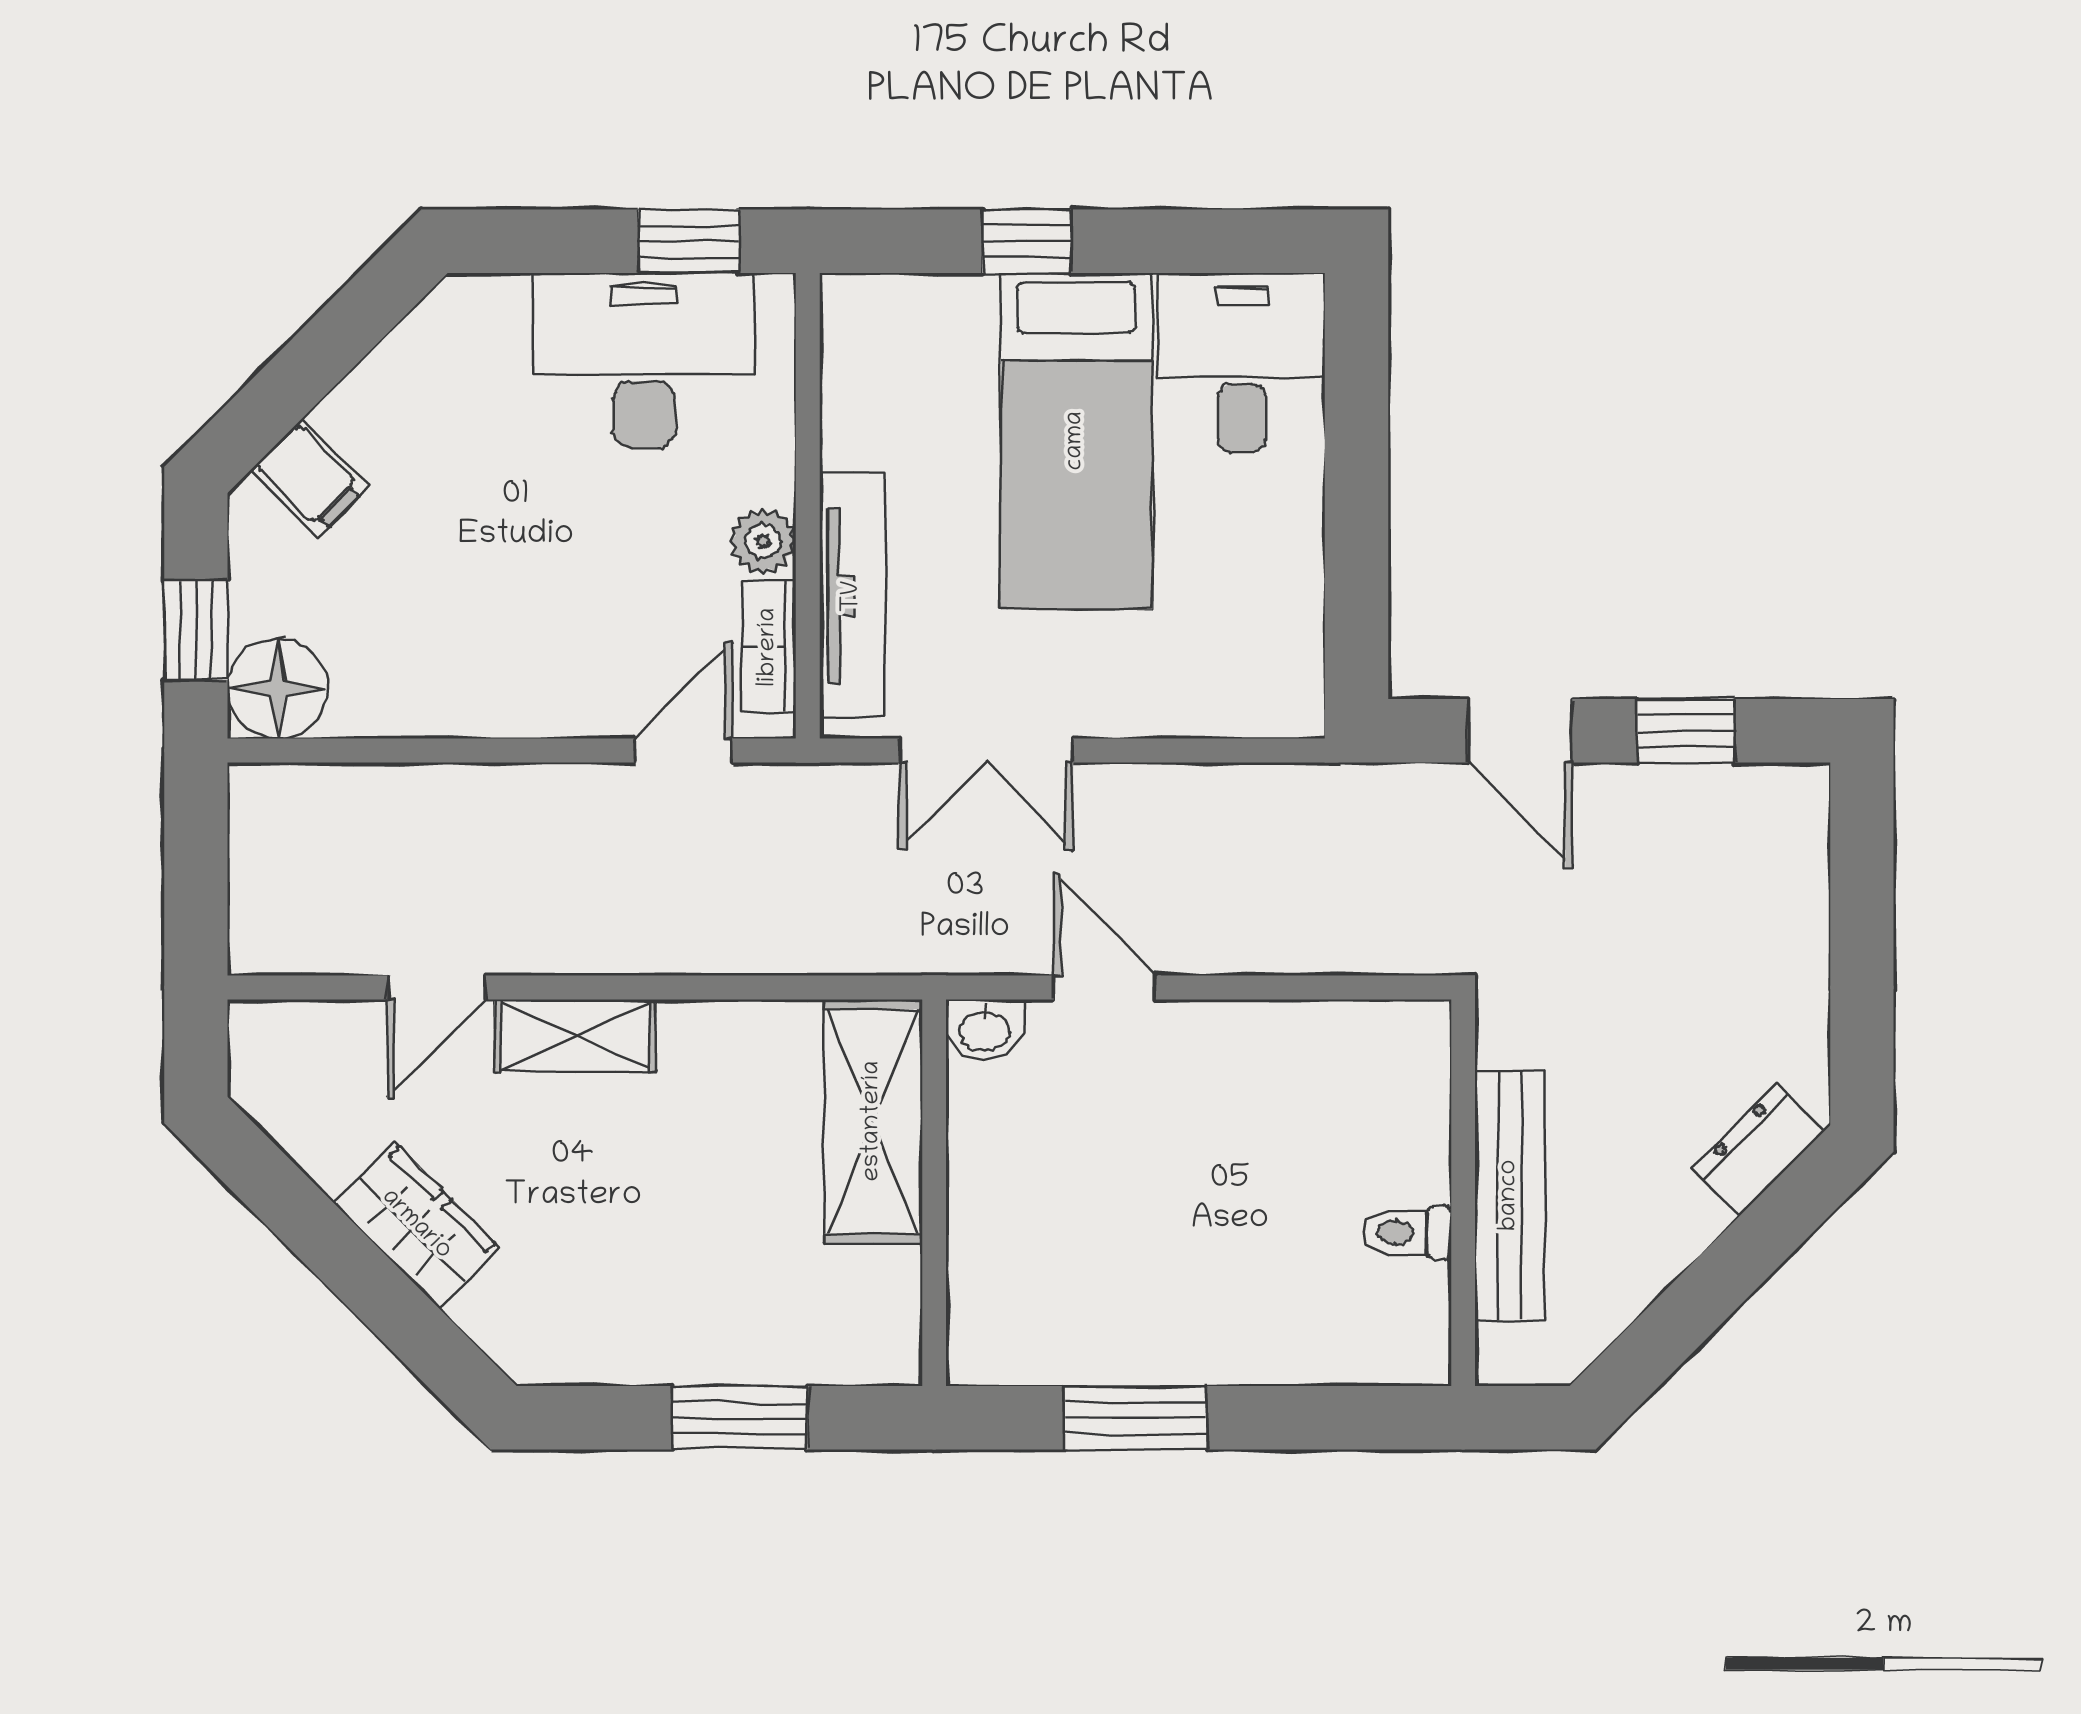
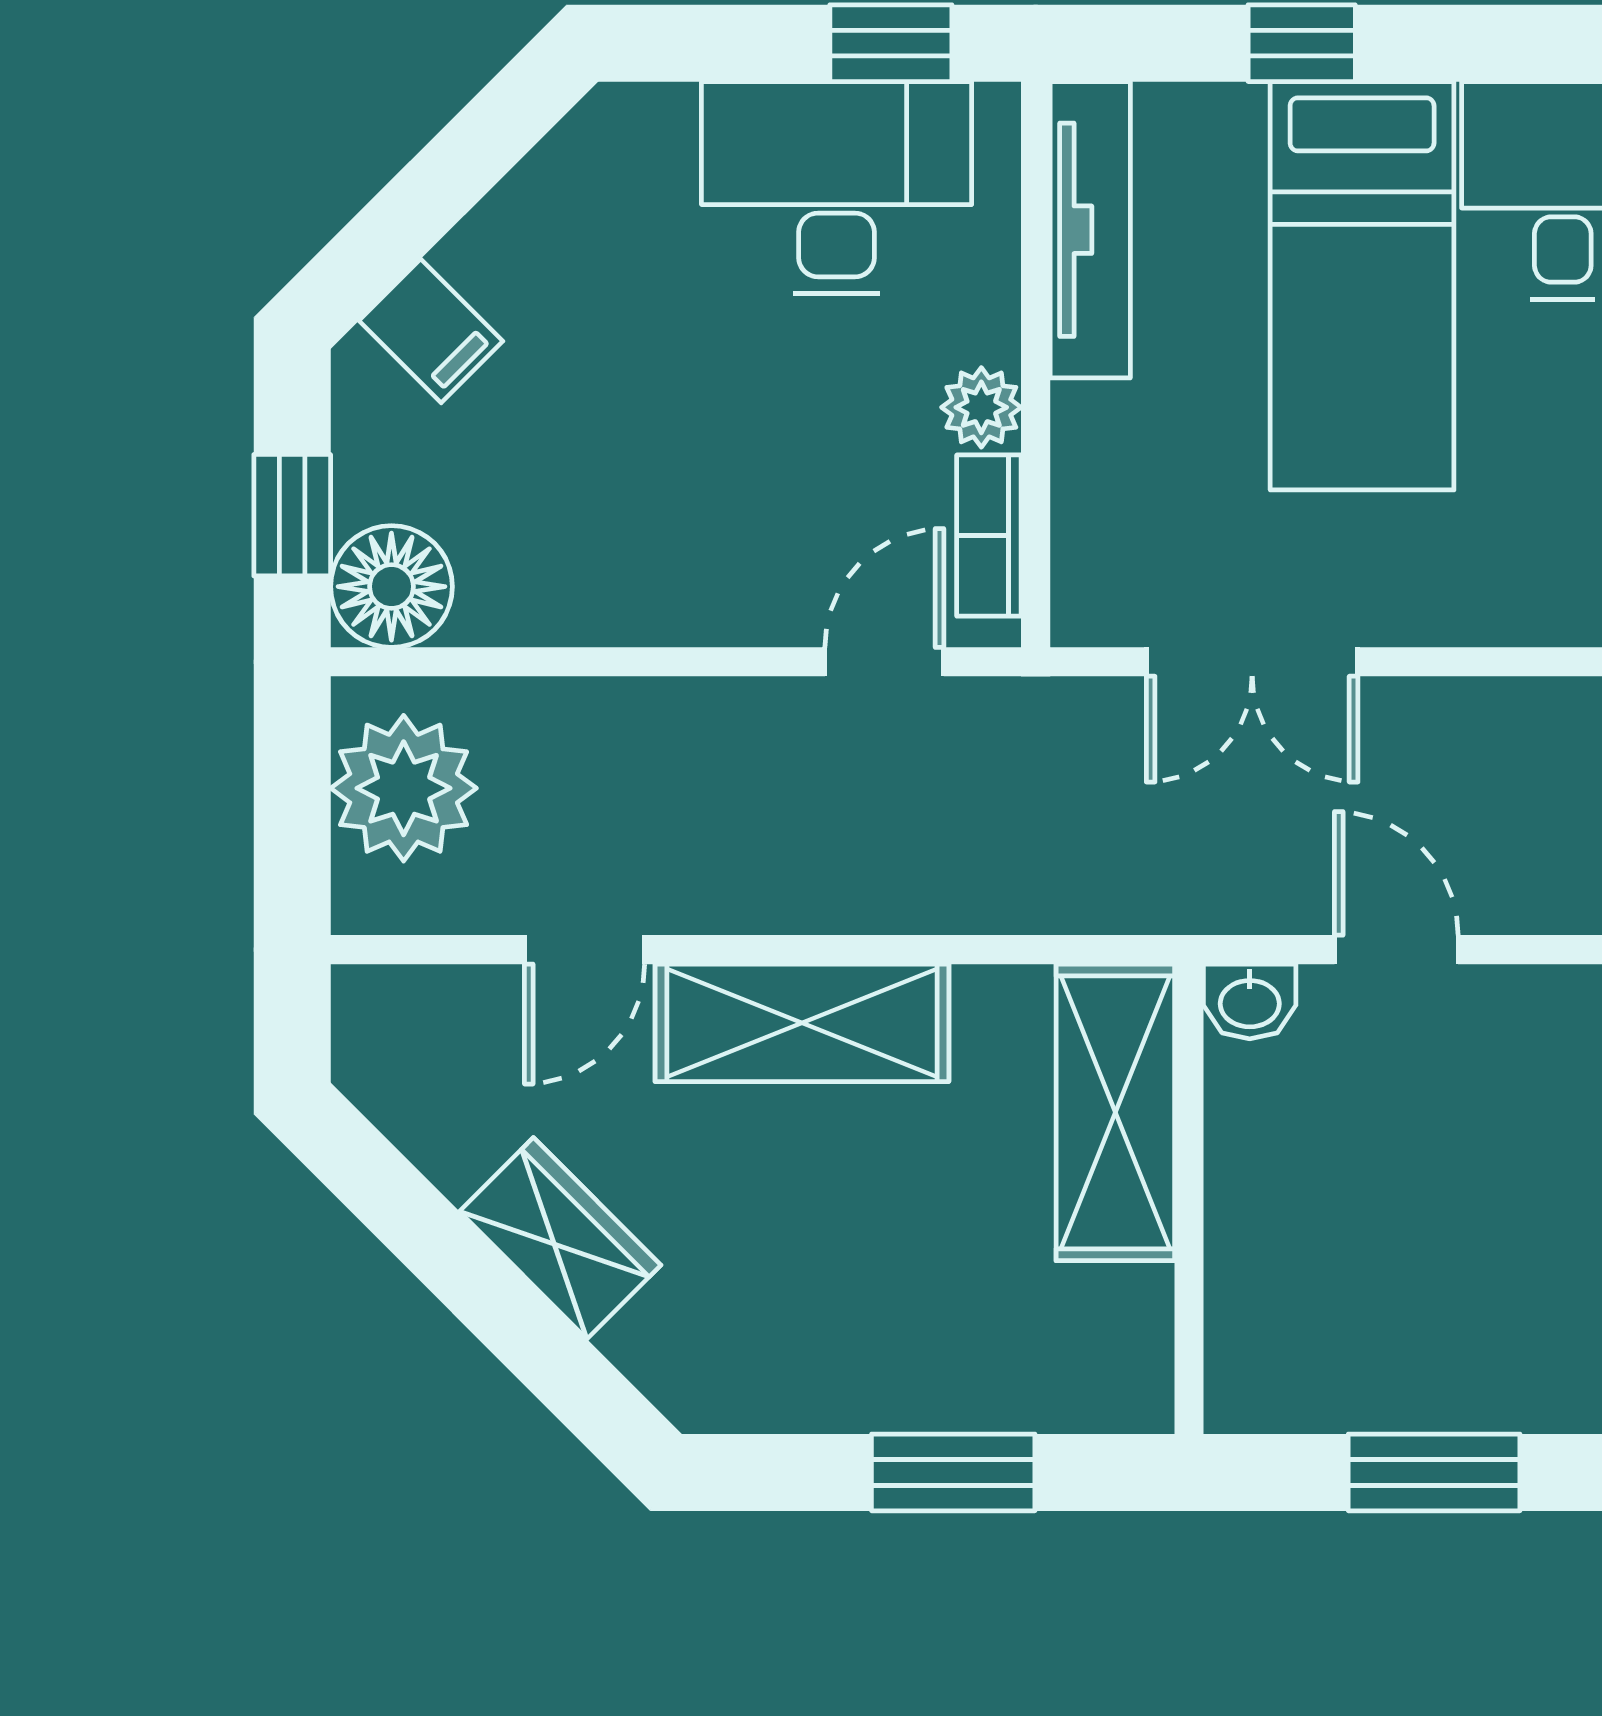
tv unit: (853, 596) -> (1090, 230), moved
plant: (288, 855) -> (404, 788), added
shelving: (575, 1036) -> (802, 1023), width x1.50, depth x1.33

